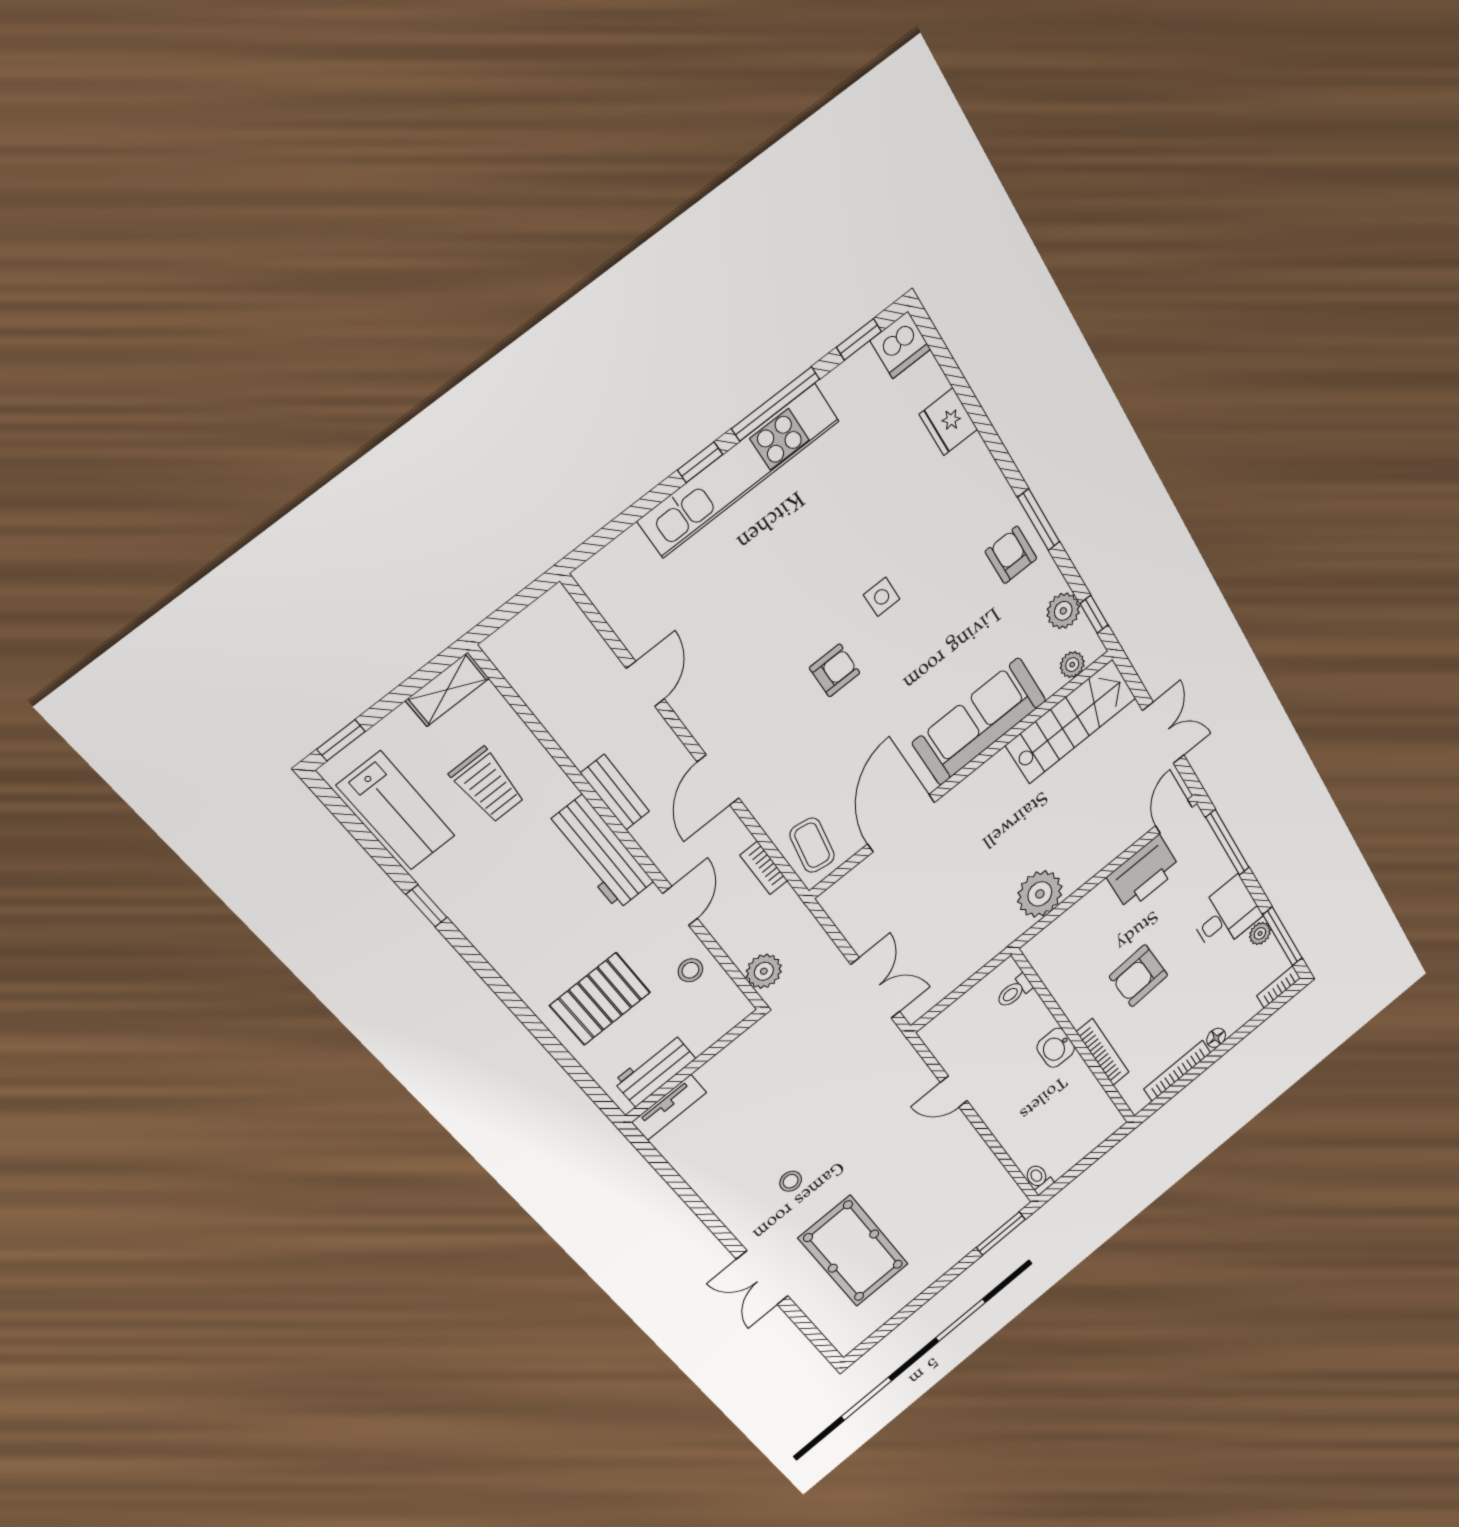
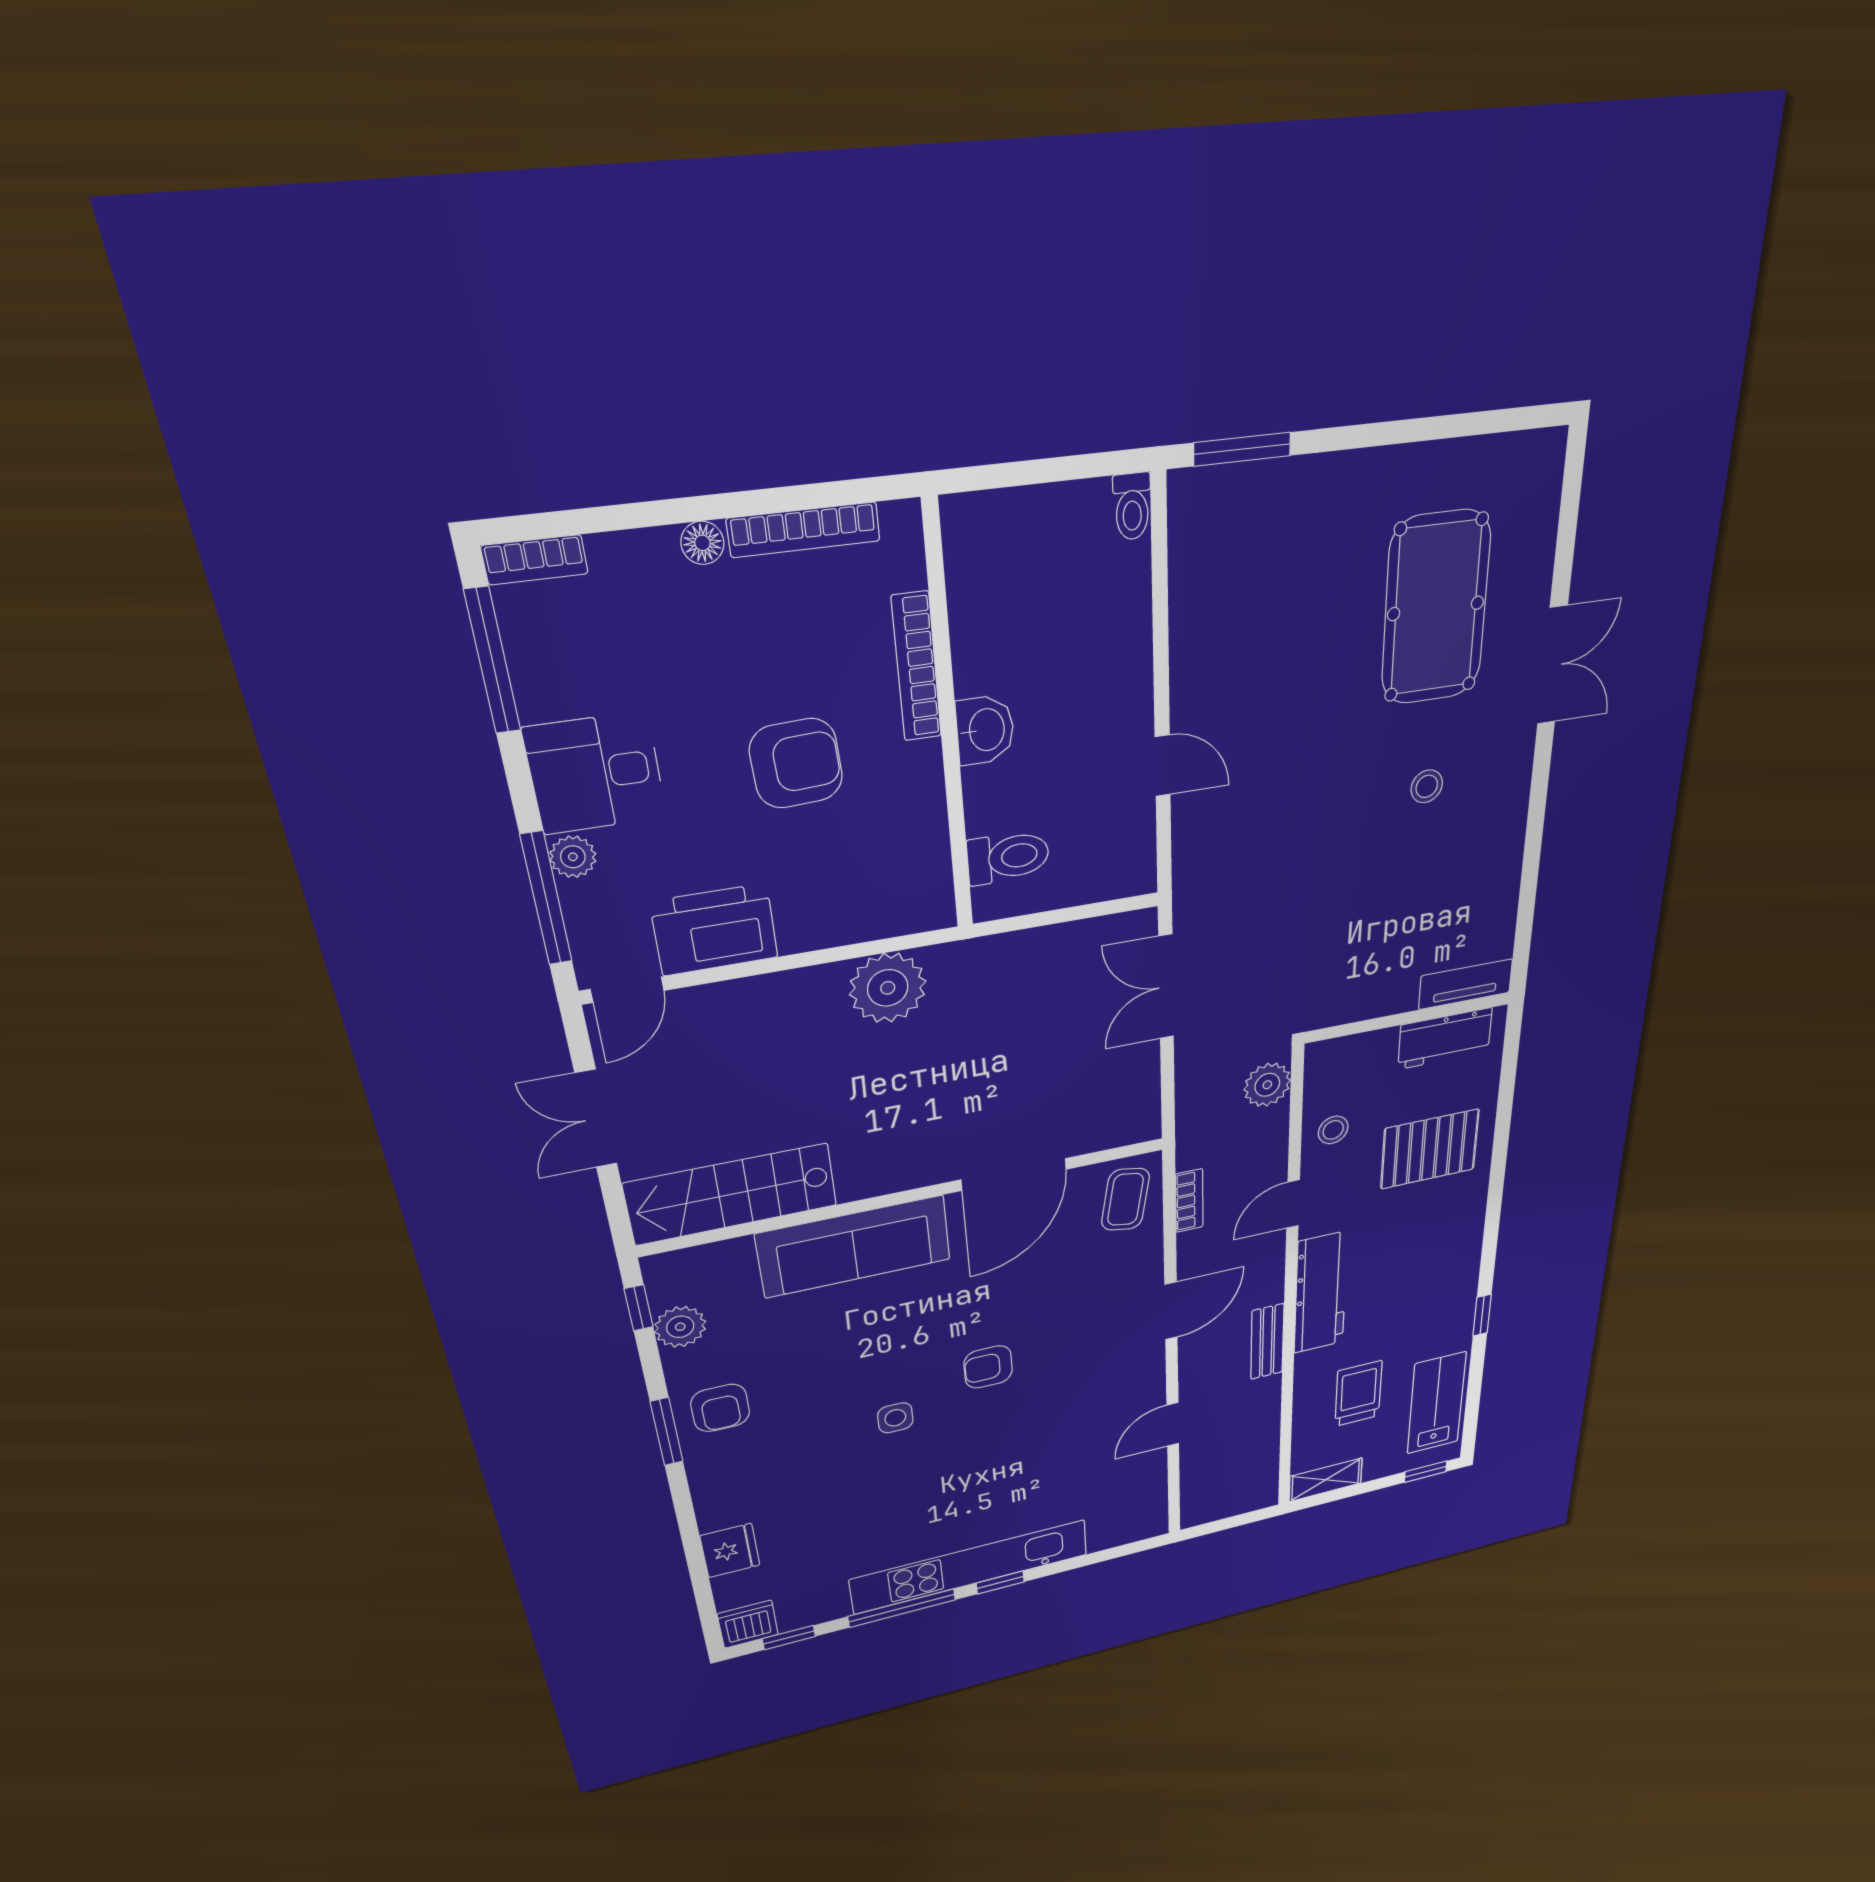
plant: (1072, 665) -> (697, 1262), removed
plant: (1260, 933) -> (573, 857), moved
toilet: (1014, 991) -> (1008, 857), width x1.37, depth x1.39

